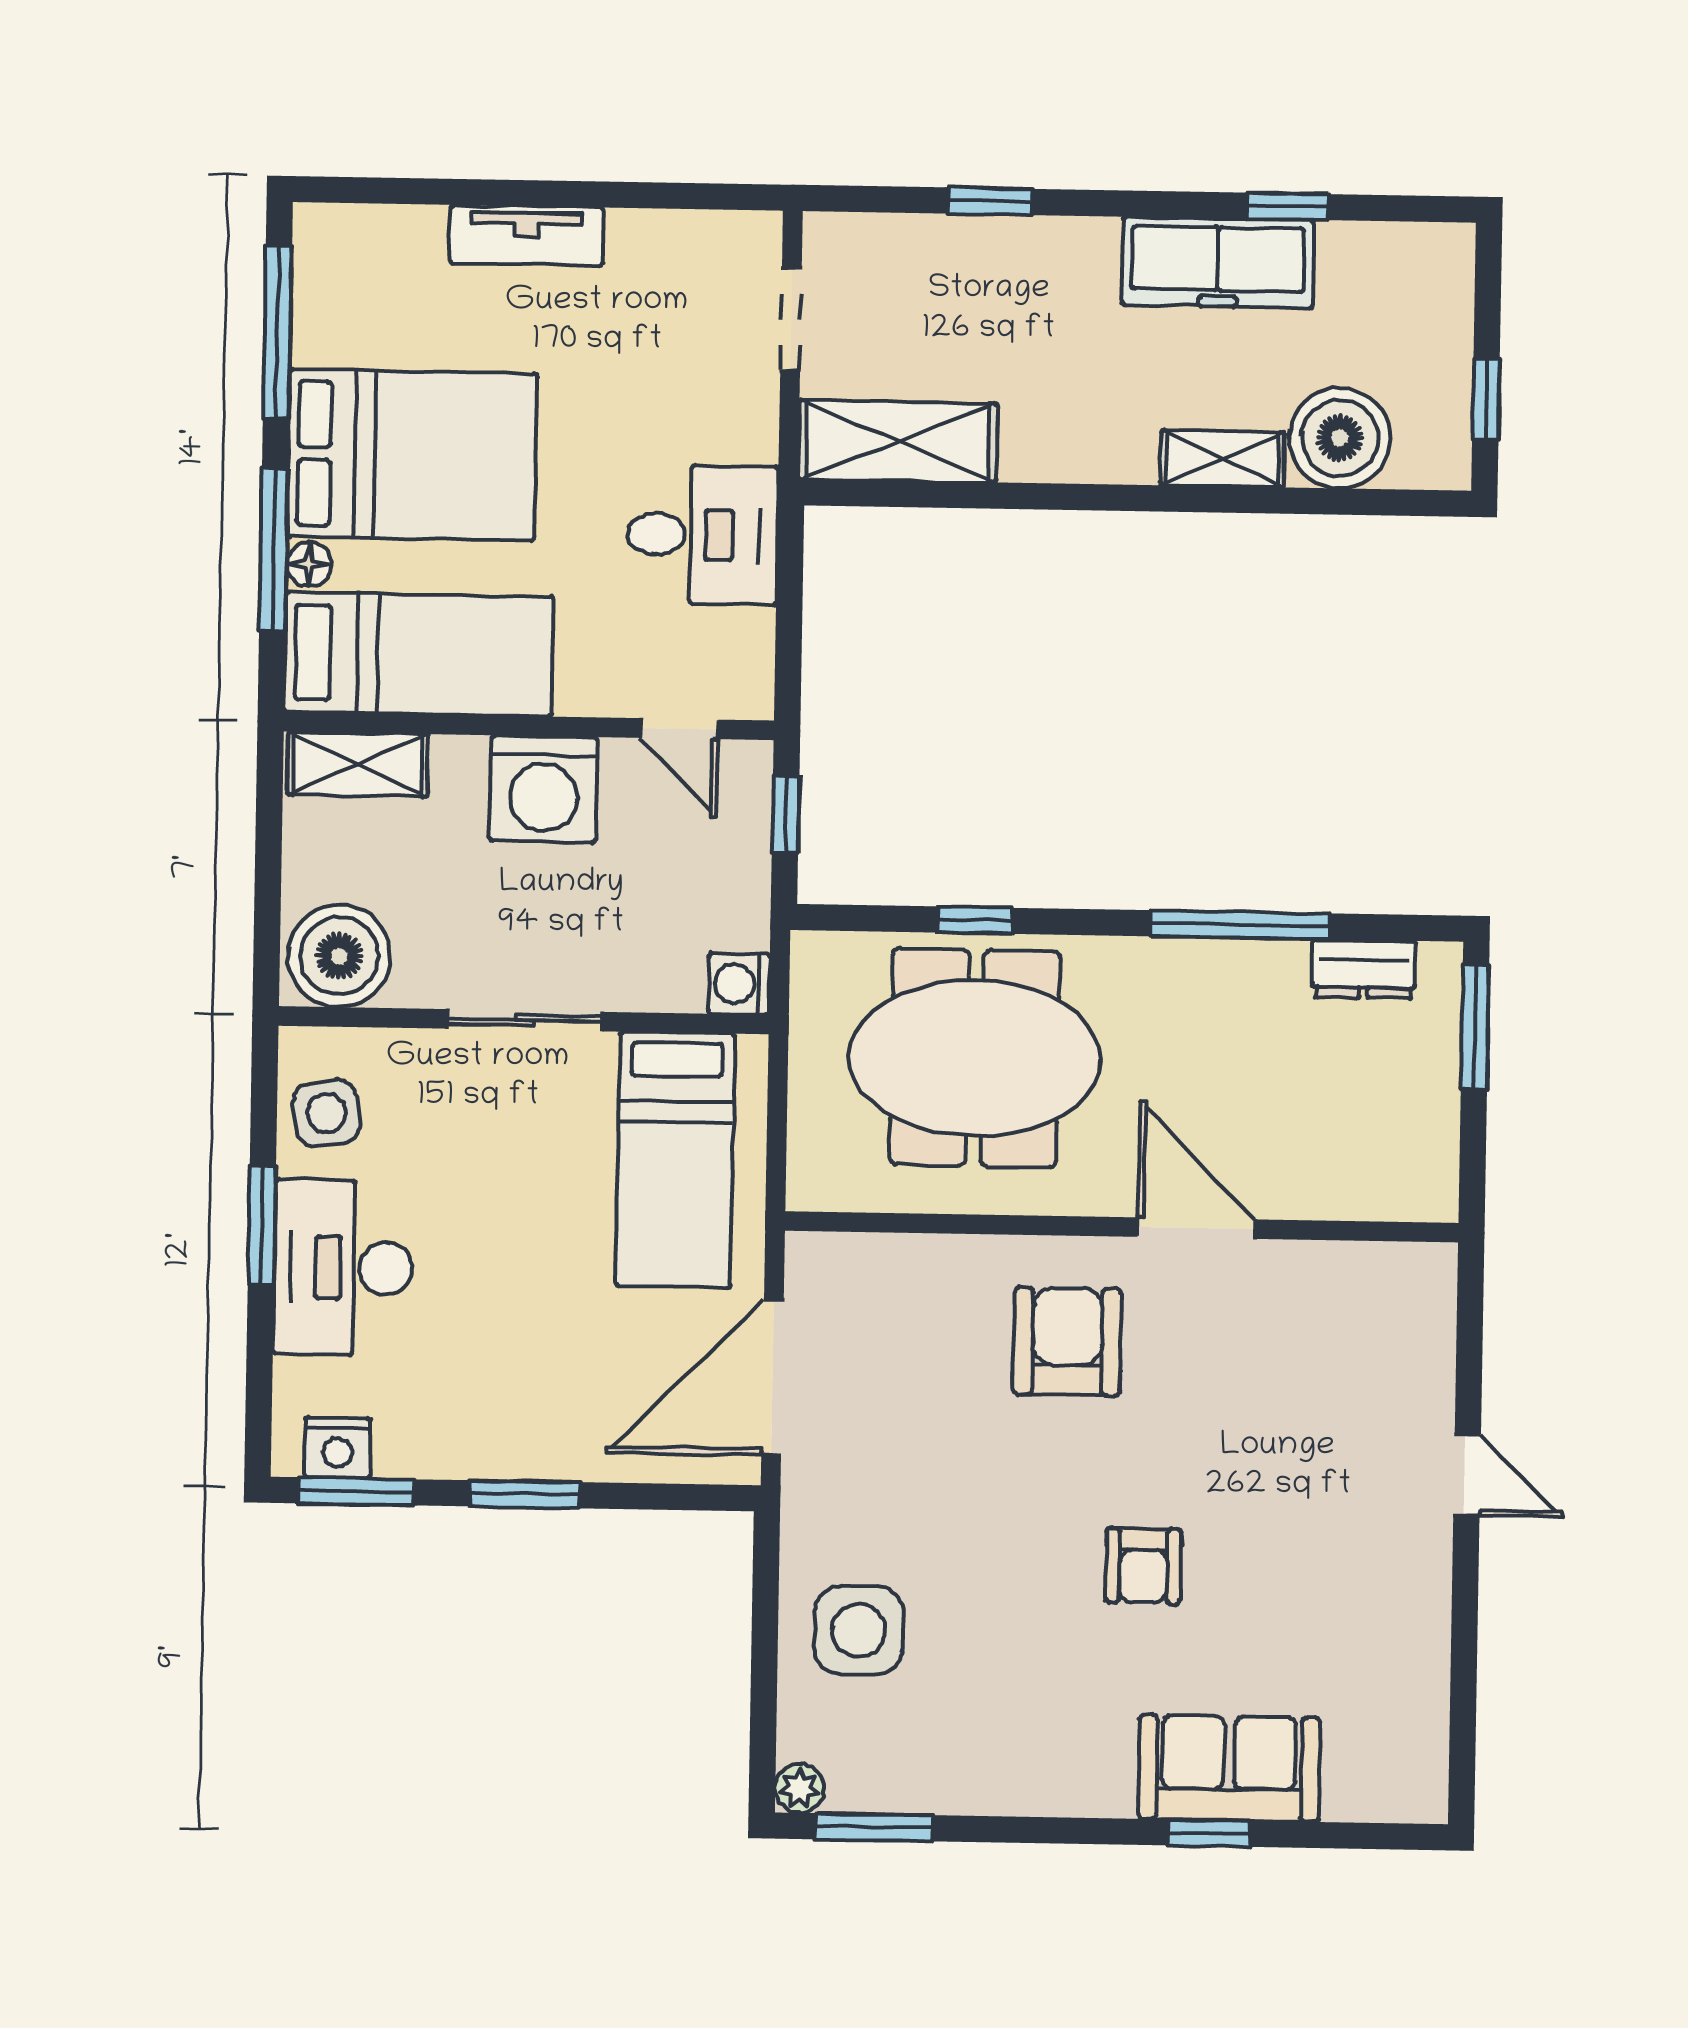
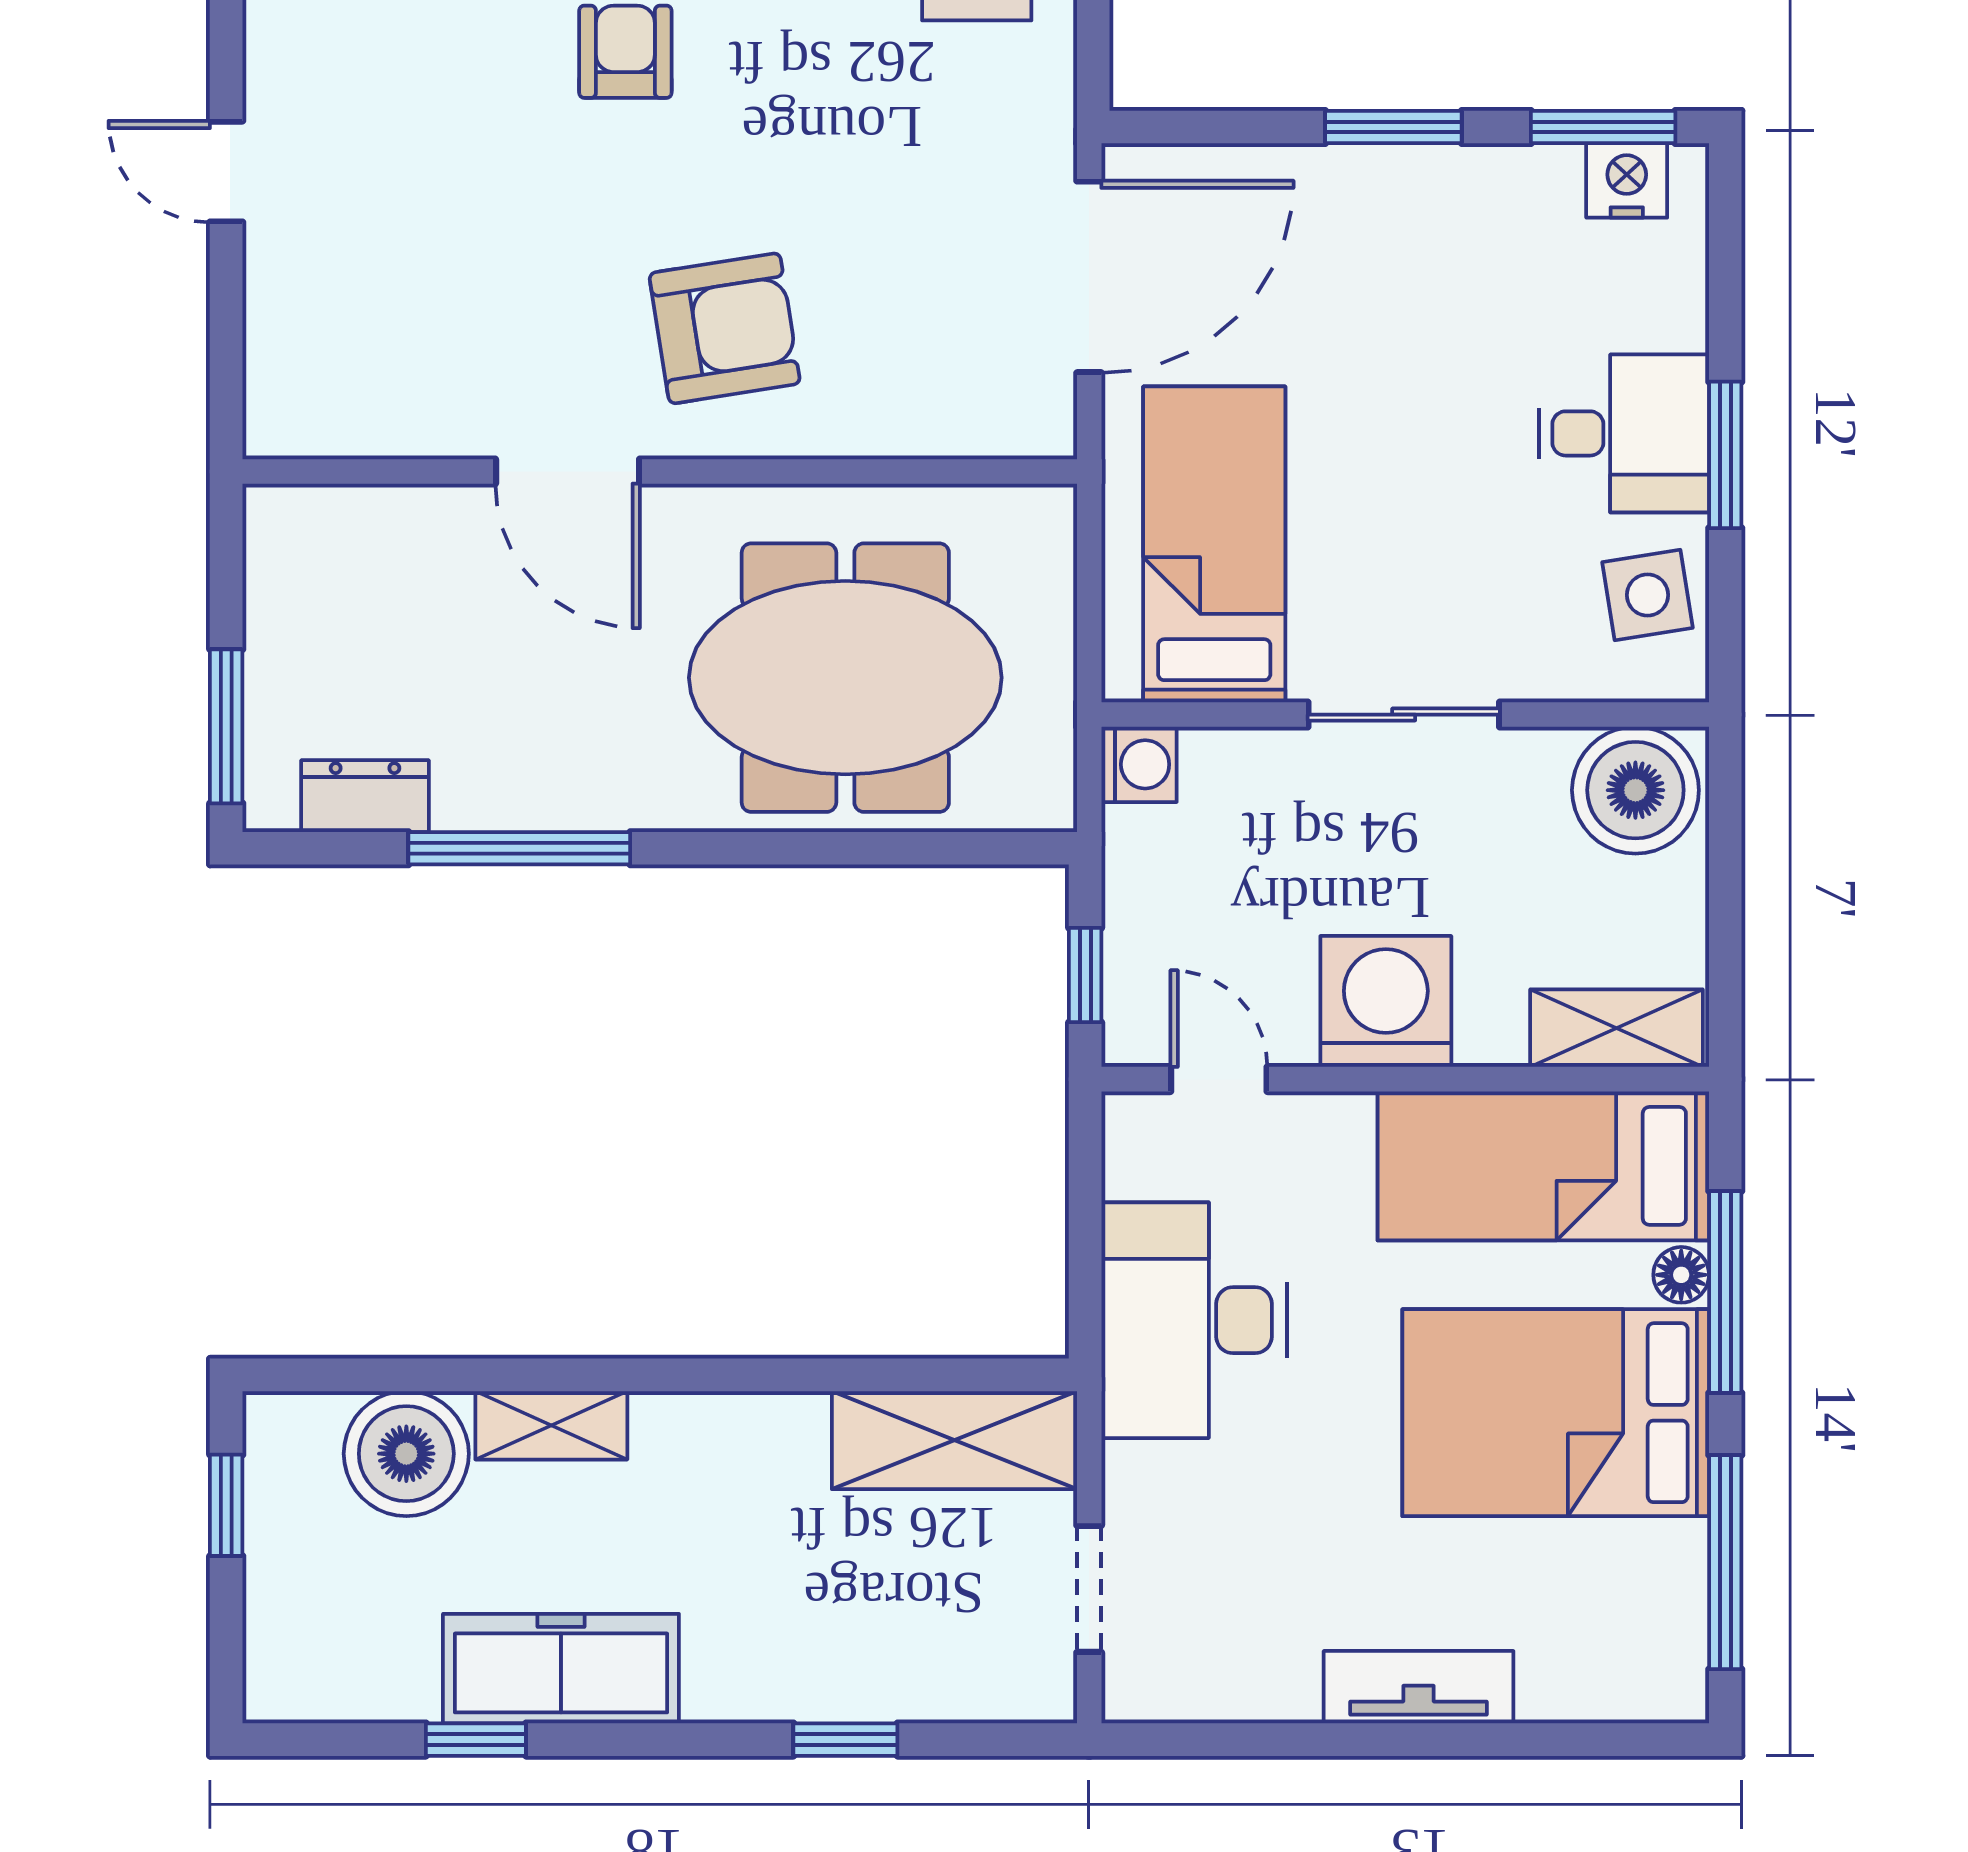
desk: (703, 535) -> (1194, 1320), width x1.37
window: (975, 920) -> (848, 848), removed
desk: (343, 1268) -> (1624, 433), width x0.73
armchair: (1067, 1341) -> (725, 328), turned -99

